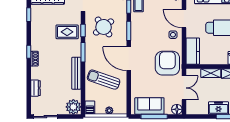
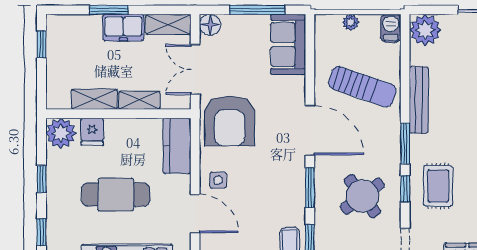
rug: (67, 32) -> (438, 186), turned 90
sofa: (149, 106) -> (288, 44), moved, turned 90
shelving: (197, 110) -> (168, 24), added

